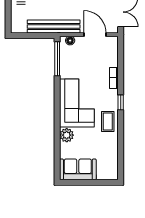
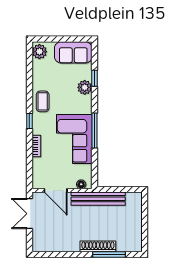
window: (57, 59) -> (94, 130), moved
corner sofa: (77, 103) -> (74, 139), moved
window: (57, 144) -> (94, 78), added
plant: (111, 170) -> (39, 52), added

